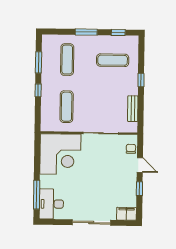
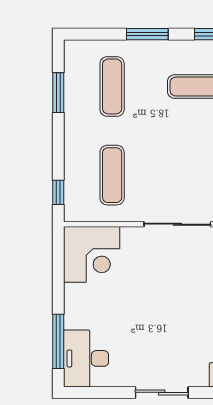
window: (38, 90) -> (58, 192), moved
corner desk: (60, 154) -> (92, 254), width x0.74, depth x0.74
sliding door: (91, 223) -> (162, 392), width x0.73

